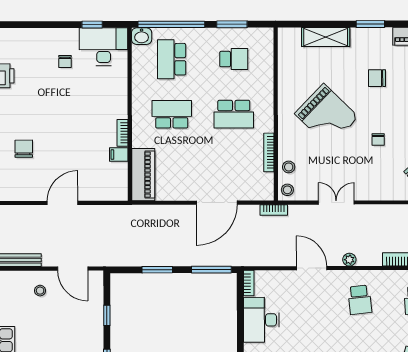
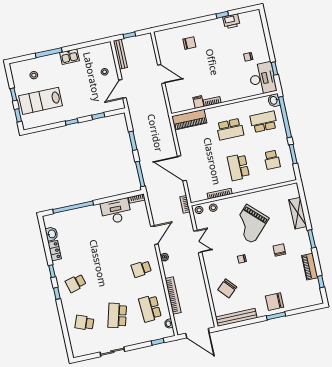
school desk: (172, 114) -> (230, 129), turned 90

